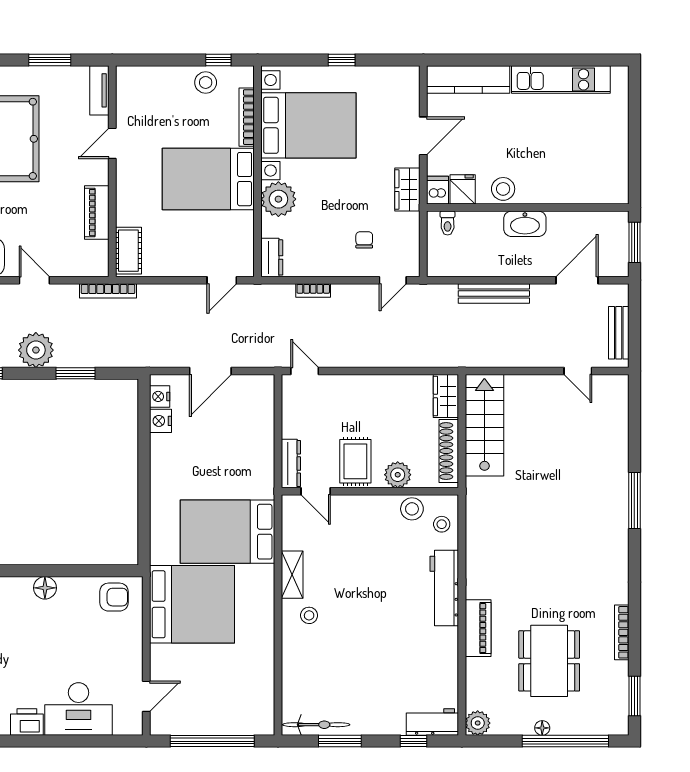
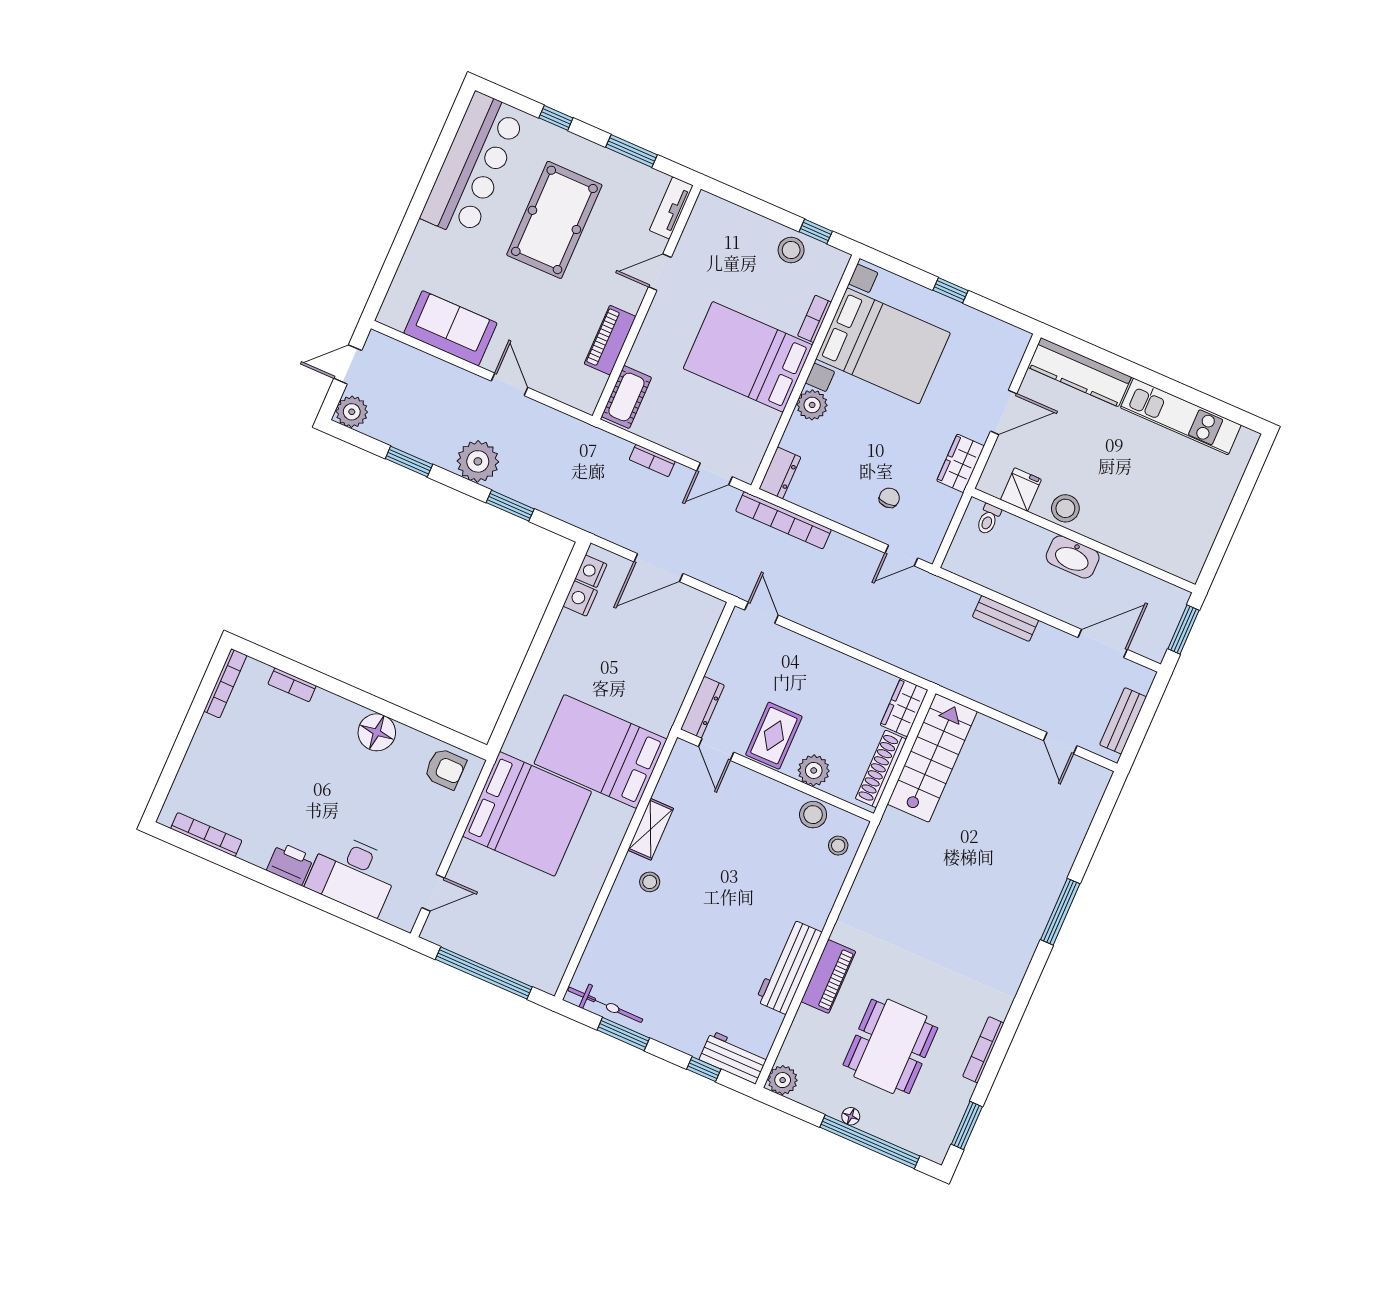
bookcase: (247, 117) -> (814, 319), width x0.64
dishwasher: (438, 190) -> (993, 478), removed
plant: (278, 199) -> (812, 405), width x0.73, depth x0.73
bookcase: (313, 290) -> (784, 520), width x2.31, depth x1.31
bookcase: (108, 291) -> (652, 461), moved, width x0.64
bench: (494, 294) -> (1005, 618), width x0.73
floor lamp: (45, 588) -> (377, 732), width x1.38, depth x1.38
workbench: (444, 588) -> (789, 967), moved

